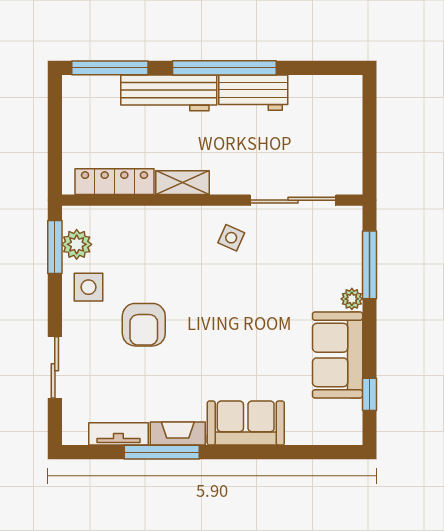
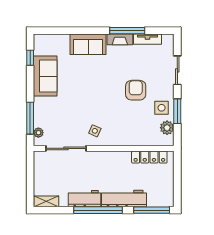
shelving: (183, 183) -> (46, 201), moved
window: (55, 247) -> (177, 111), moved
plant: (352, 299) -> (38, 133), moved

